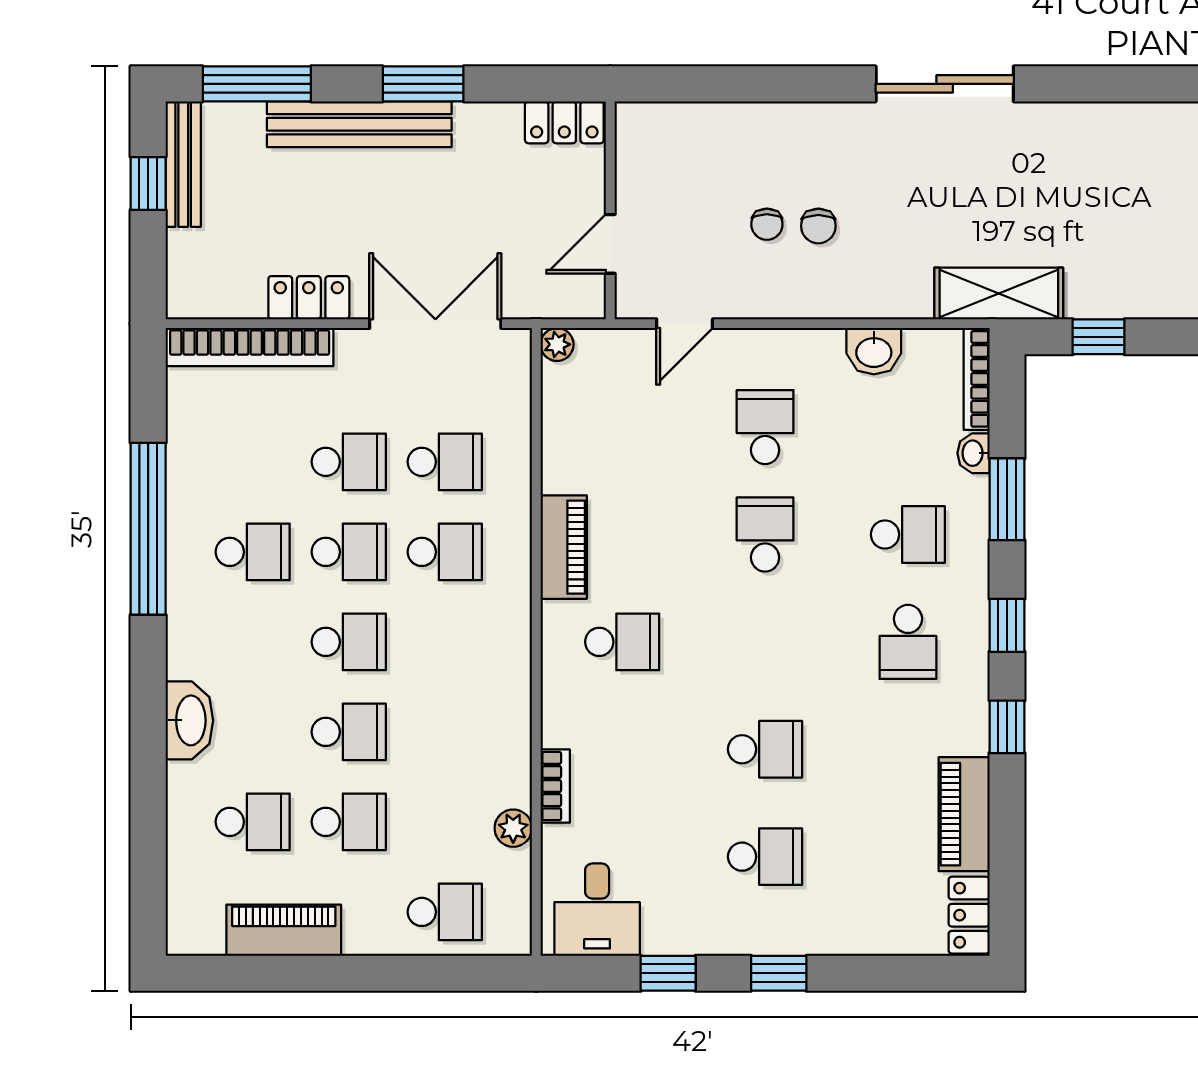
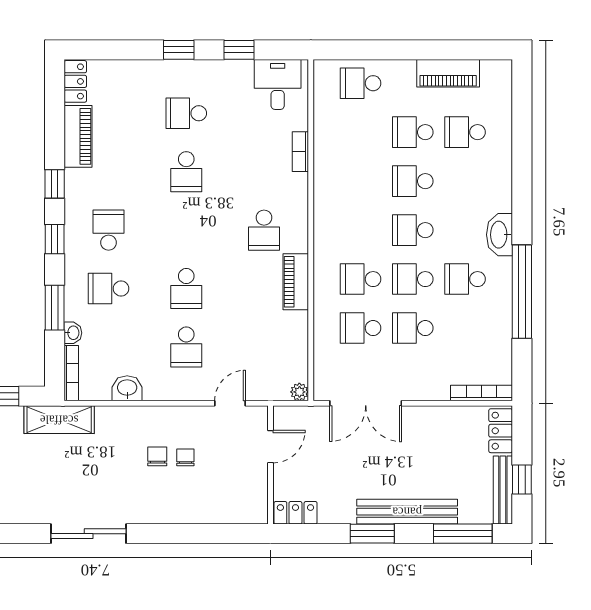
locker: (309, 298) -> (501, 431), moved, turned 90
bookcase: (250, 347) -> (482, 393), width x0.68, depth x0.76
school desk: (622, 642) -> (264, 230), turned -90
washbasin: (189, 720) -> (499, 235), moved
school desk: (765, 749) -> (186, 172), turned -90
plant: (513, 828) -> (323, 129), removed

